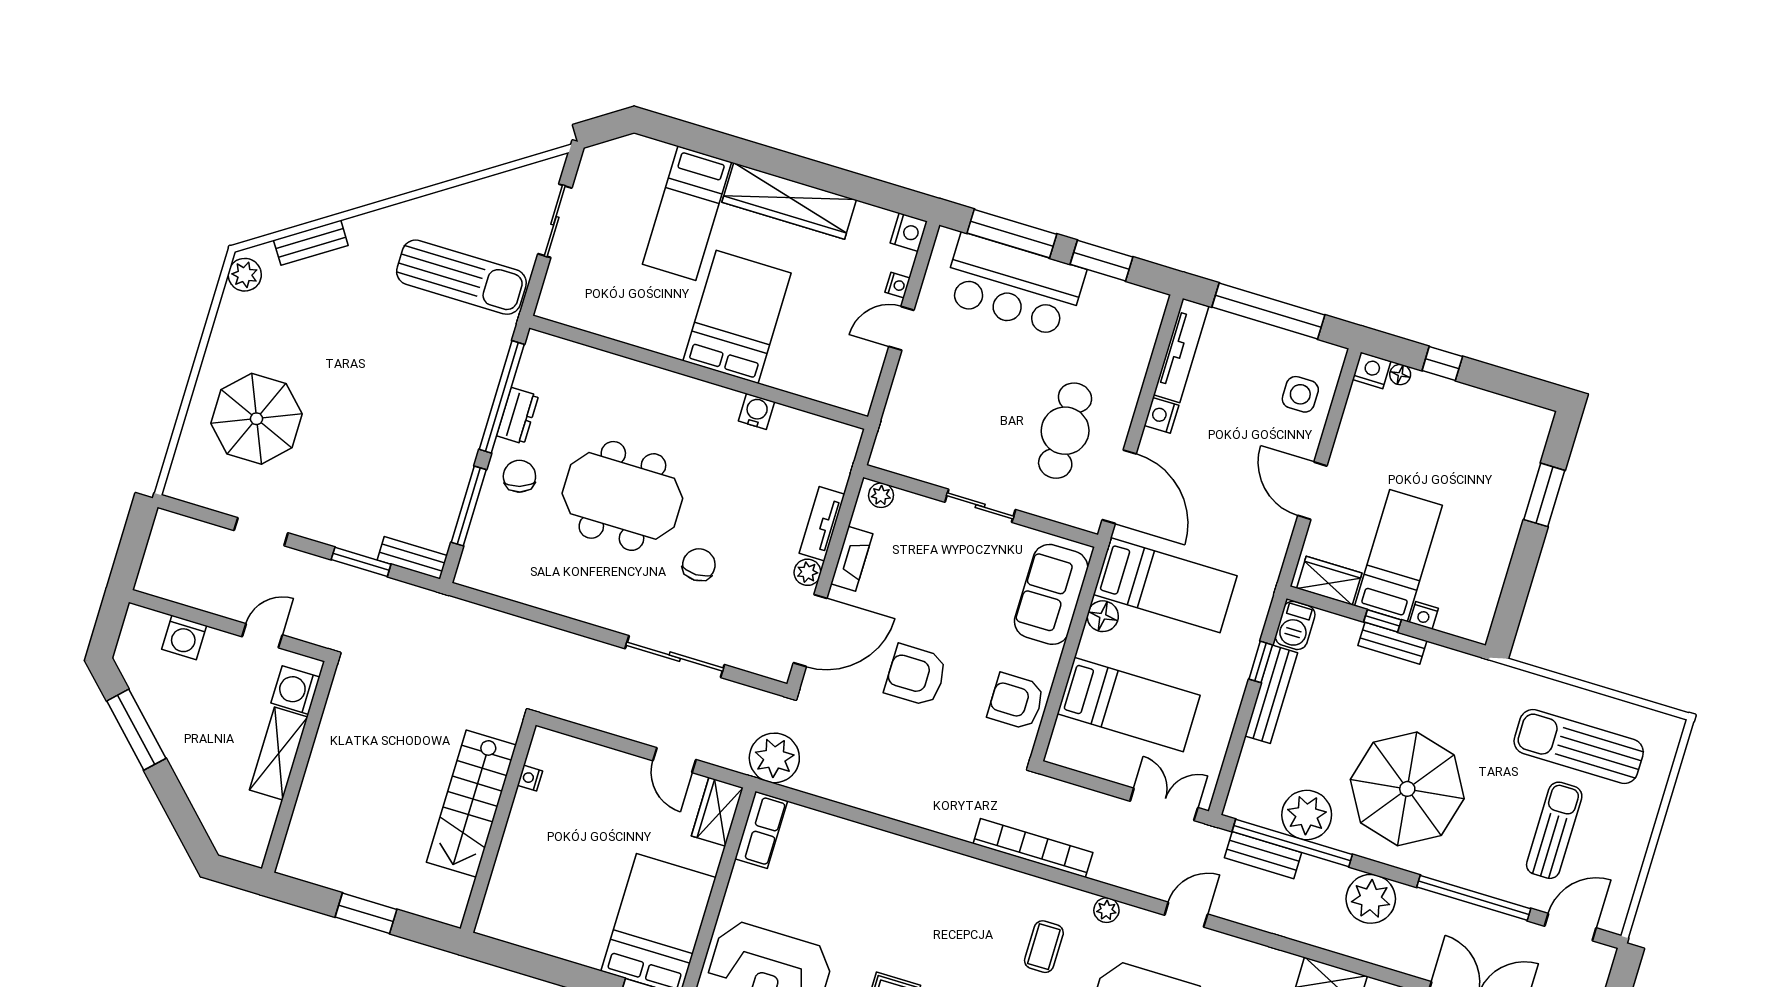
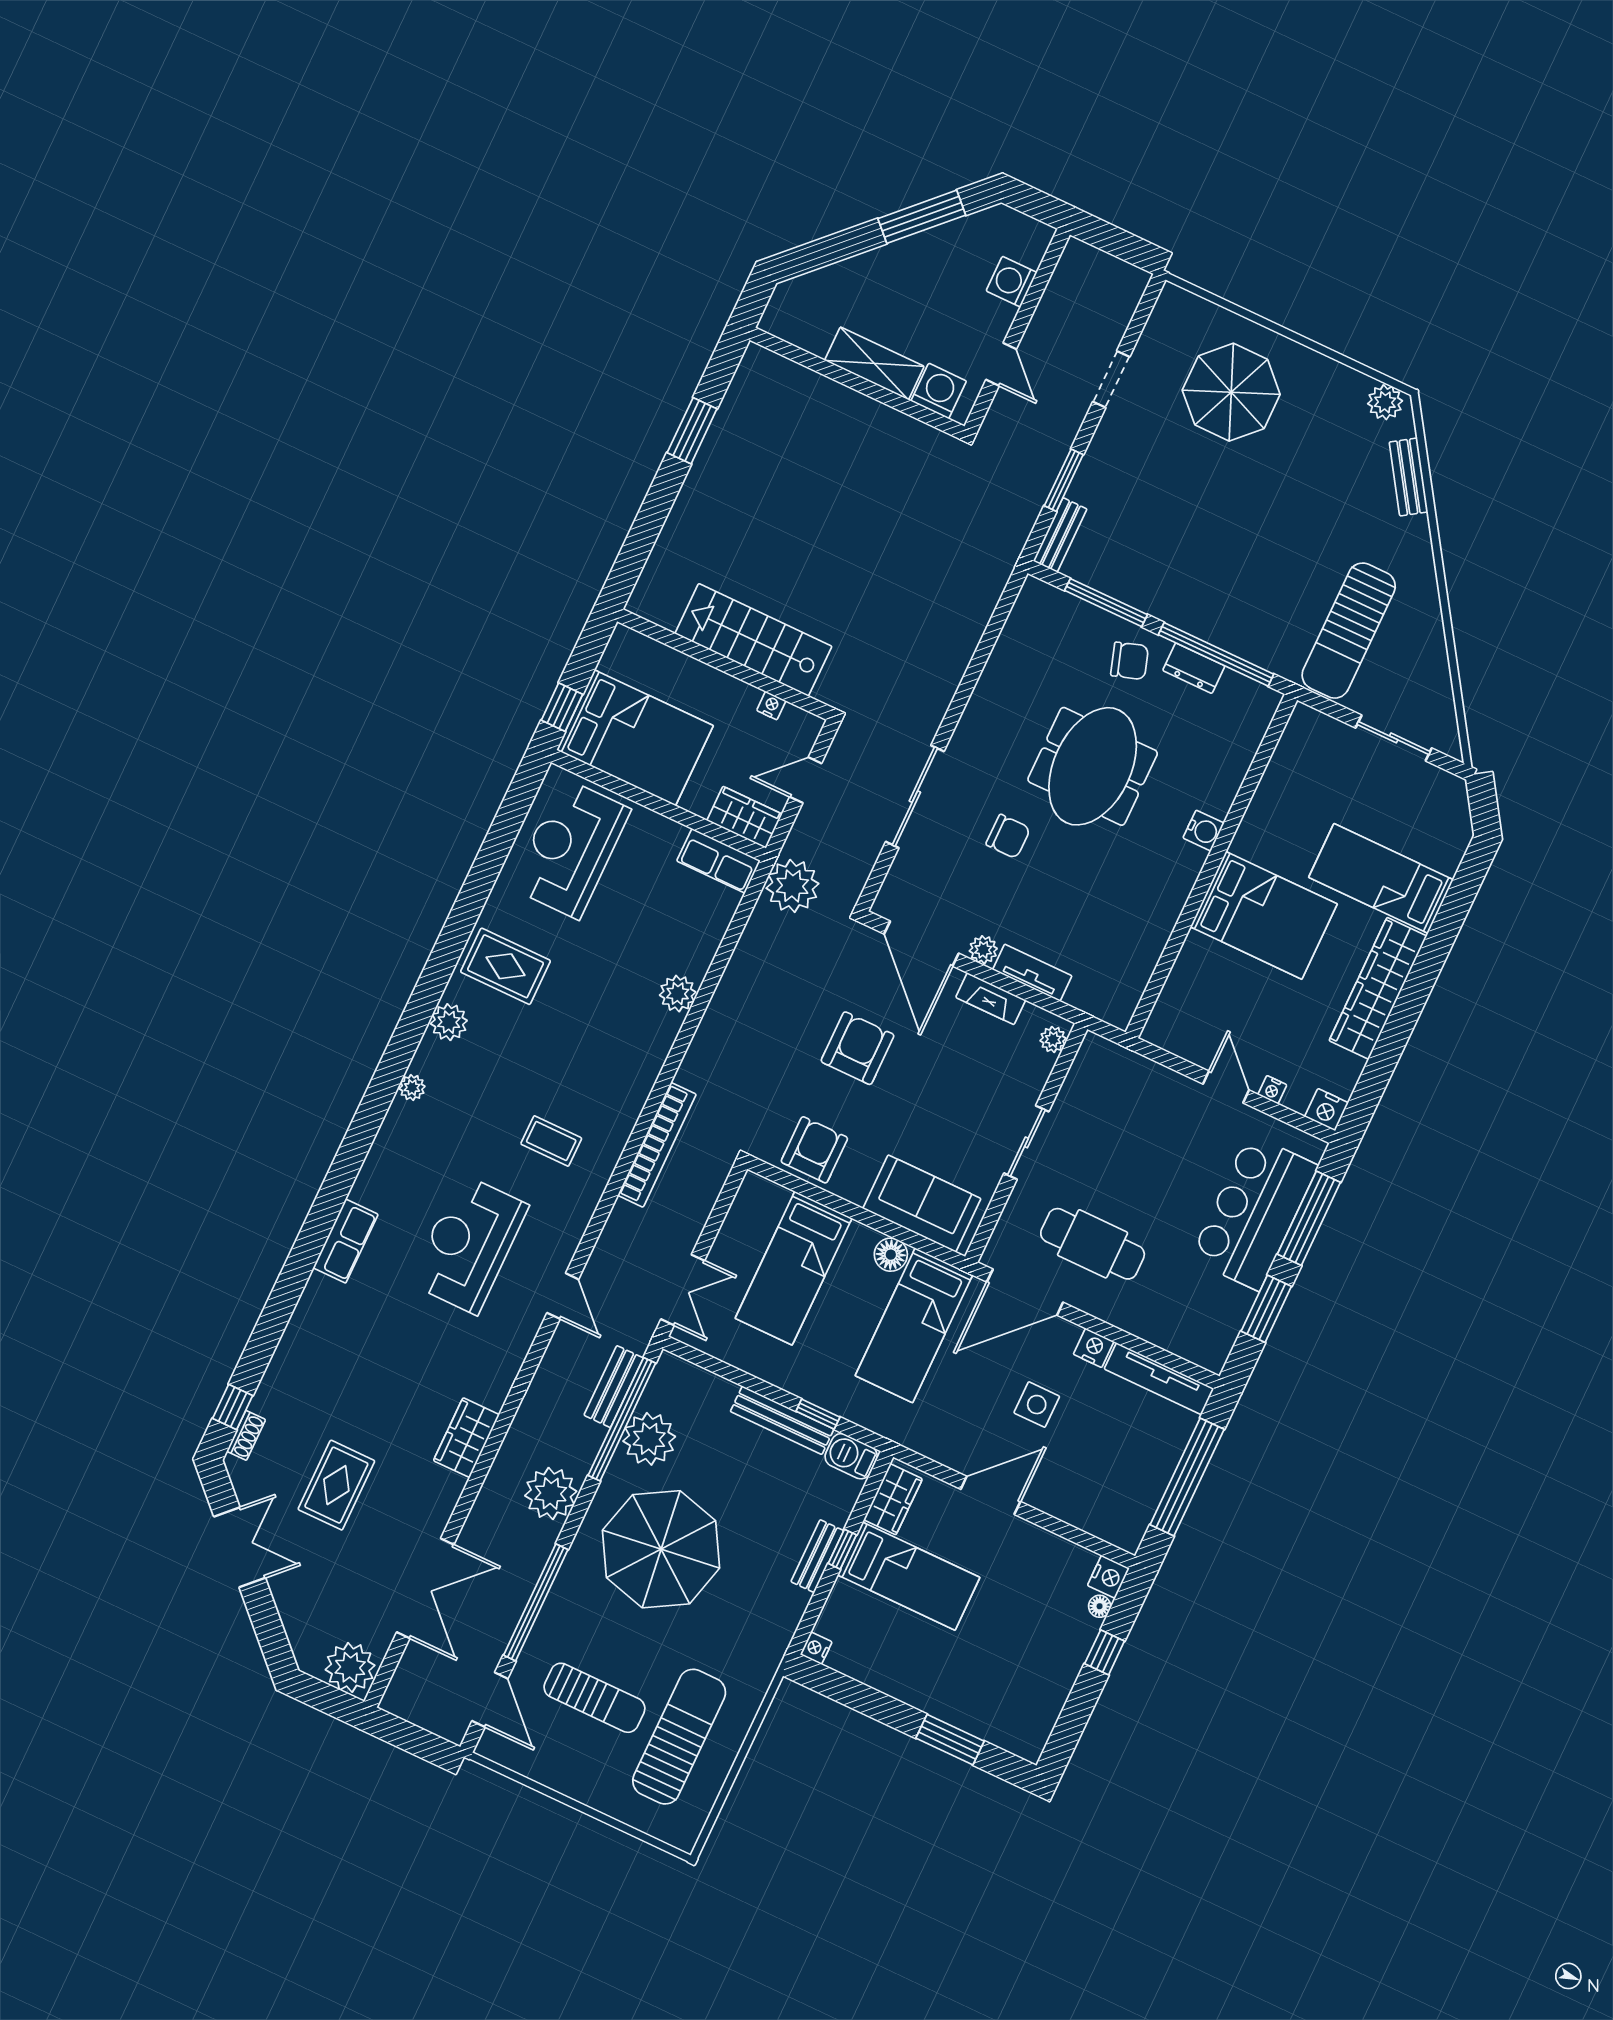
side table: (1300, 394) -> (1037, 1405), moved
water cooler: (756, 411) -> (1204, 831), moved
nightstand: (1424, 615) -> (816, 1648), moved
nightstand: (530, 778) -> (771, 706), moved
stairs: (471, 804) -> (753, 640), moved
wall: (498, 827) -> (725, 665), moved
plant: (1106, 910) -> (678, 994), moved, width x1.38, depth x1.38

